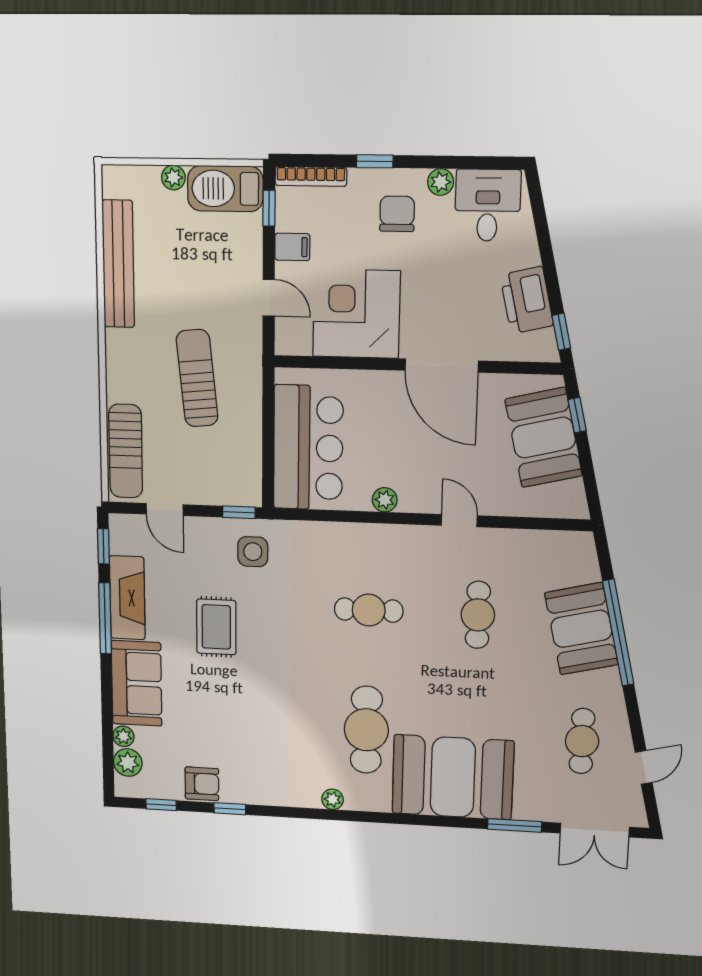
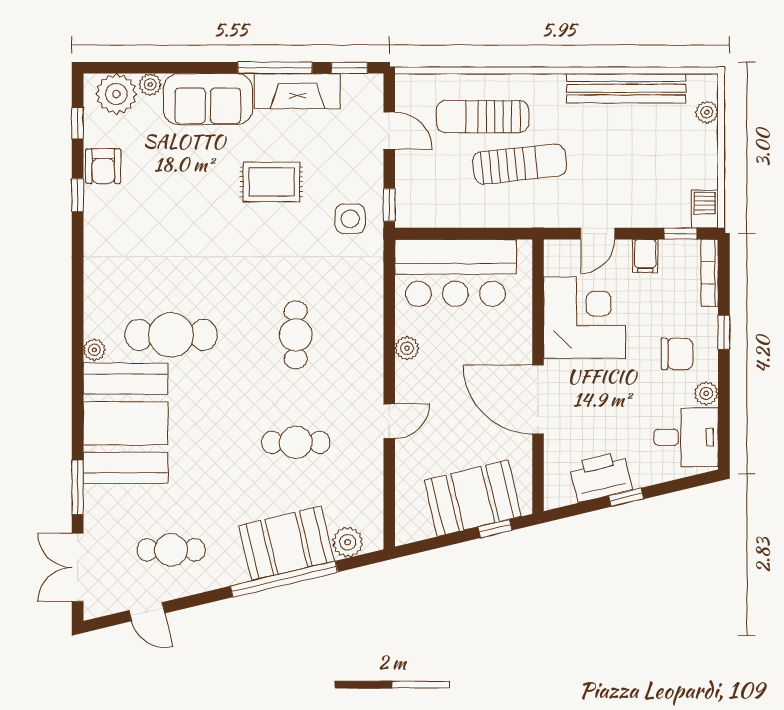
plant: (173, 178) -> (707, 112), moved
barbecue: (225, 189) -> (705, 209), width x0.53, depth x0.65
window: (561, 332) -> (626, 497), moved
door: (442, 366) -> (538, 400), hinge flipped
sun lounger: (126, 451) -> (483, 117), moved
door: (165, 509) -> (389, 131), swing flipped
plant: (583, 567) -> (348, 542), added
plant: (128, 763) -> (116, 94), width x1.36, depth x1.36
plant: (333, 799) -> (94, 350), moved

